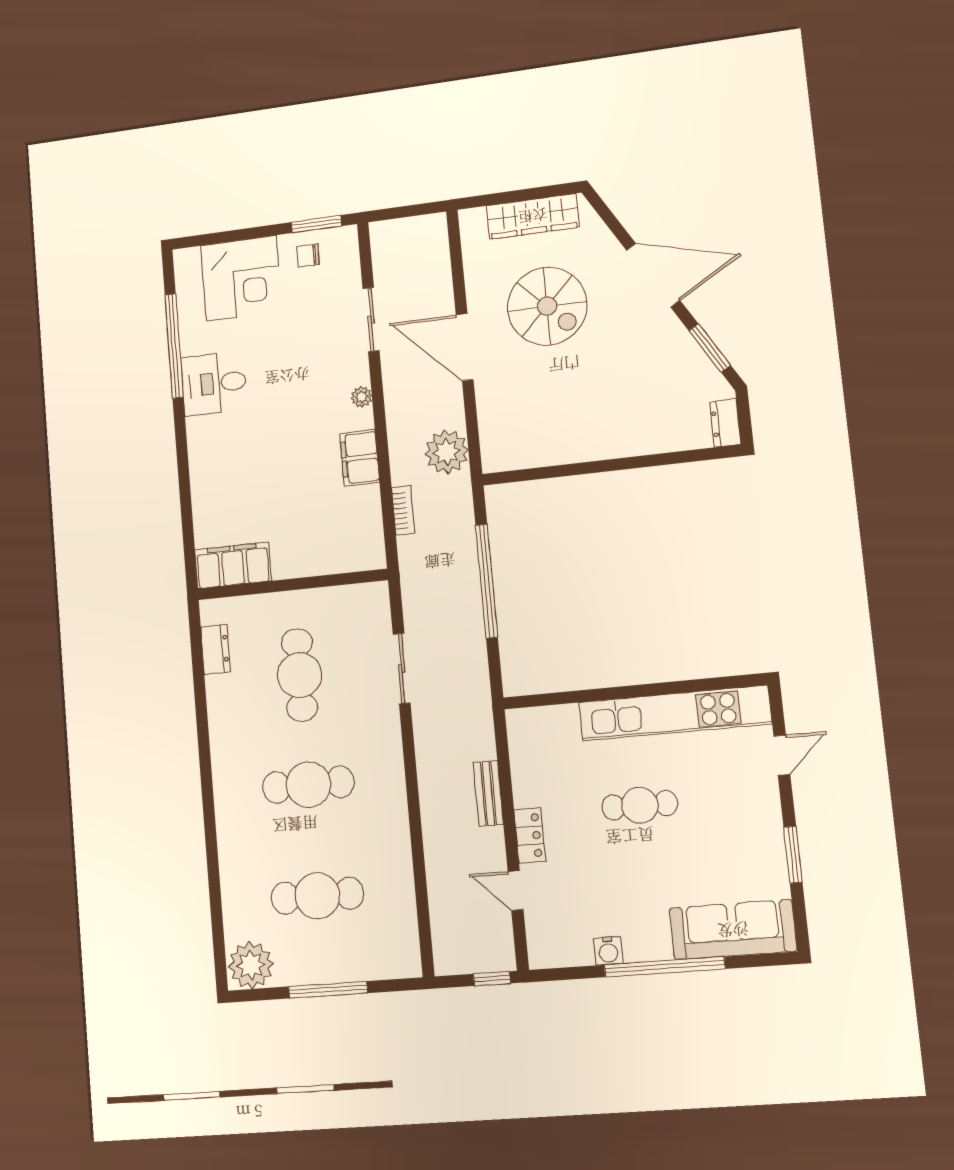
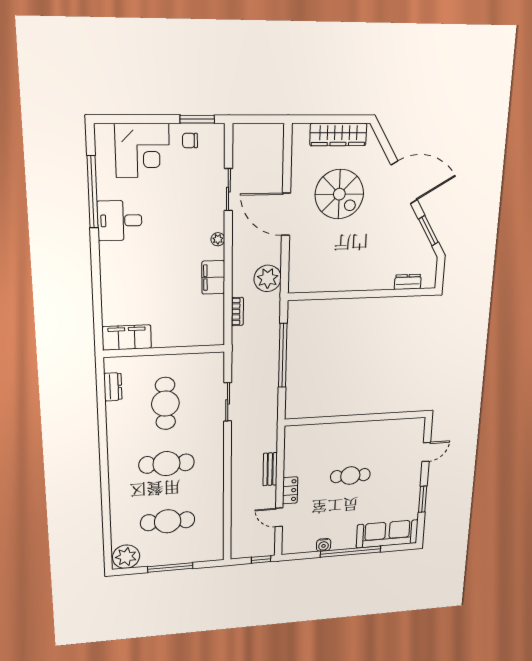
dresser: (725, 423) -> (408, 282), moved, turned 90
kitchen unit: (675, 713) -> (376, 430), removed

